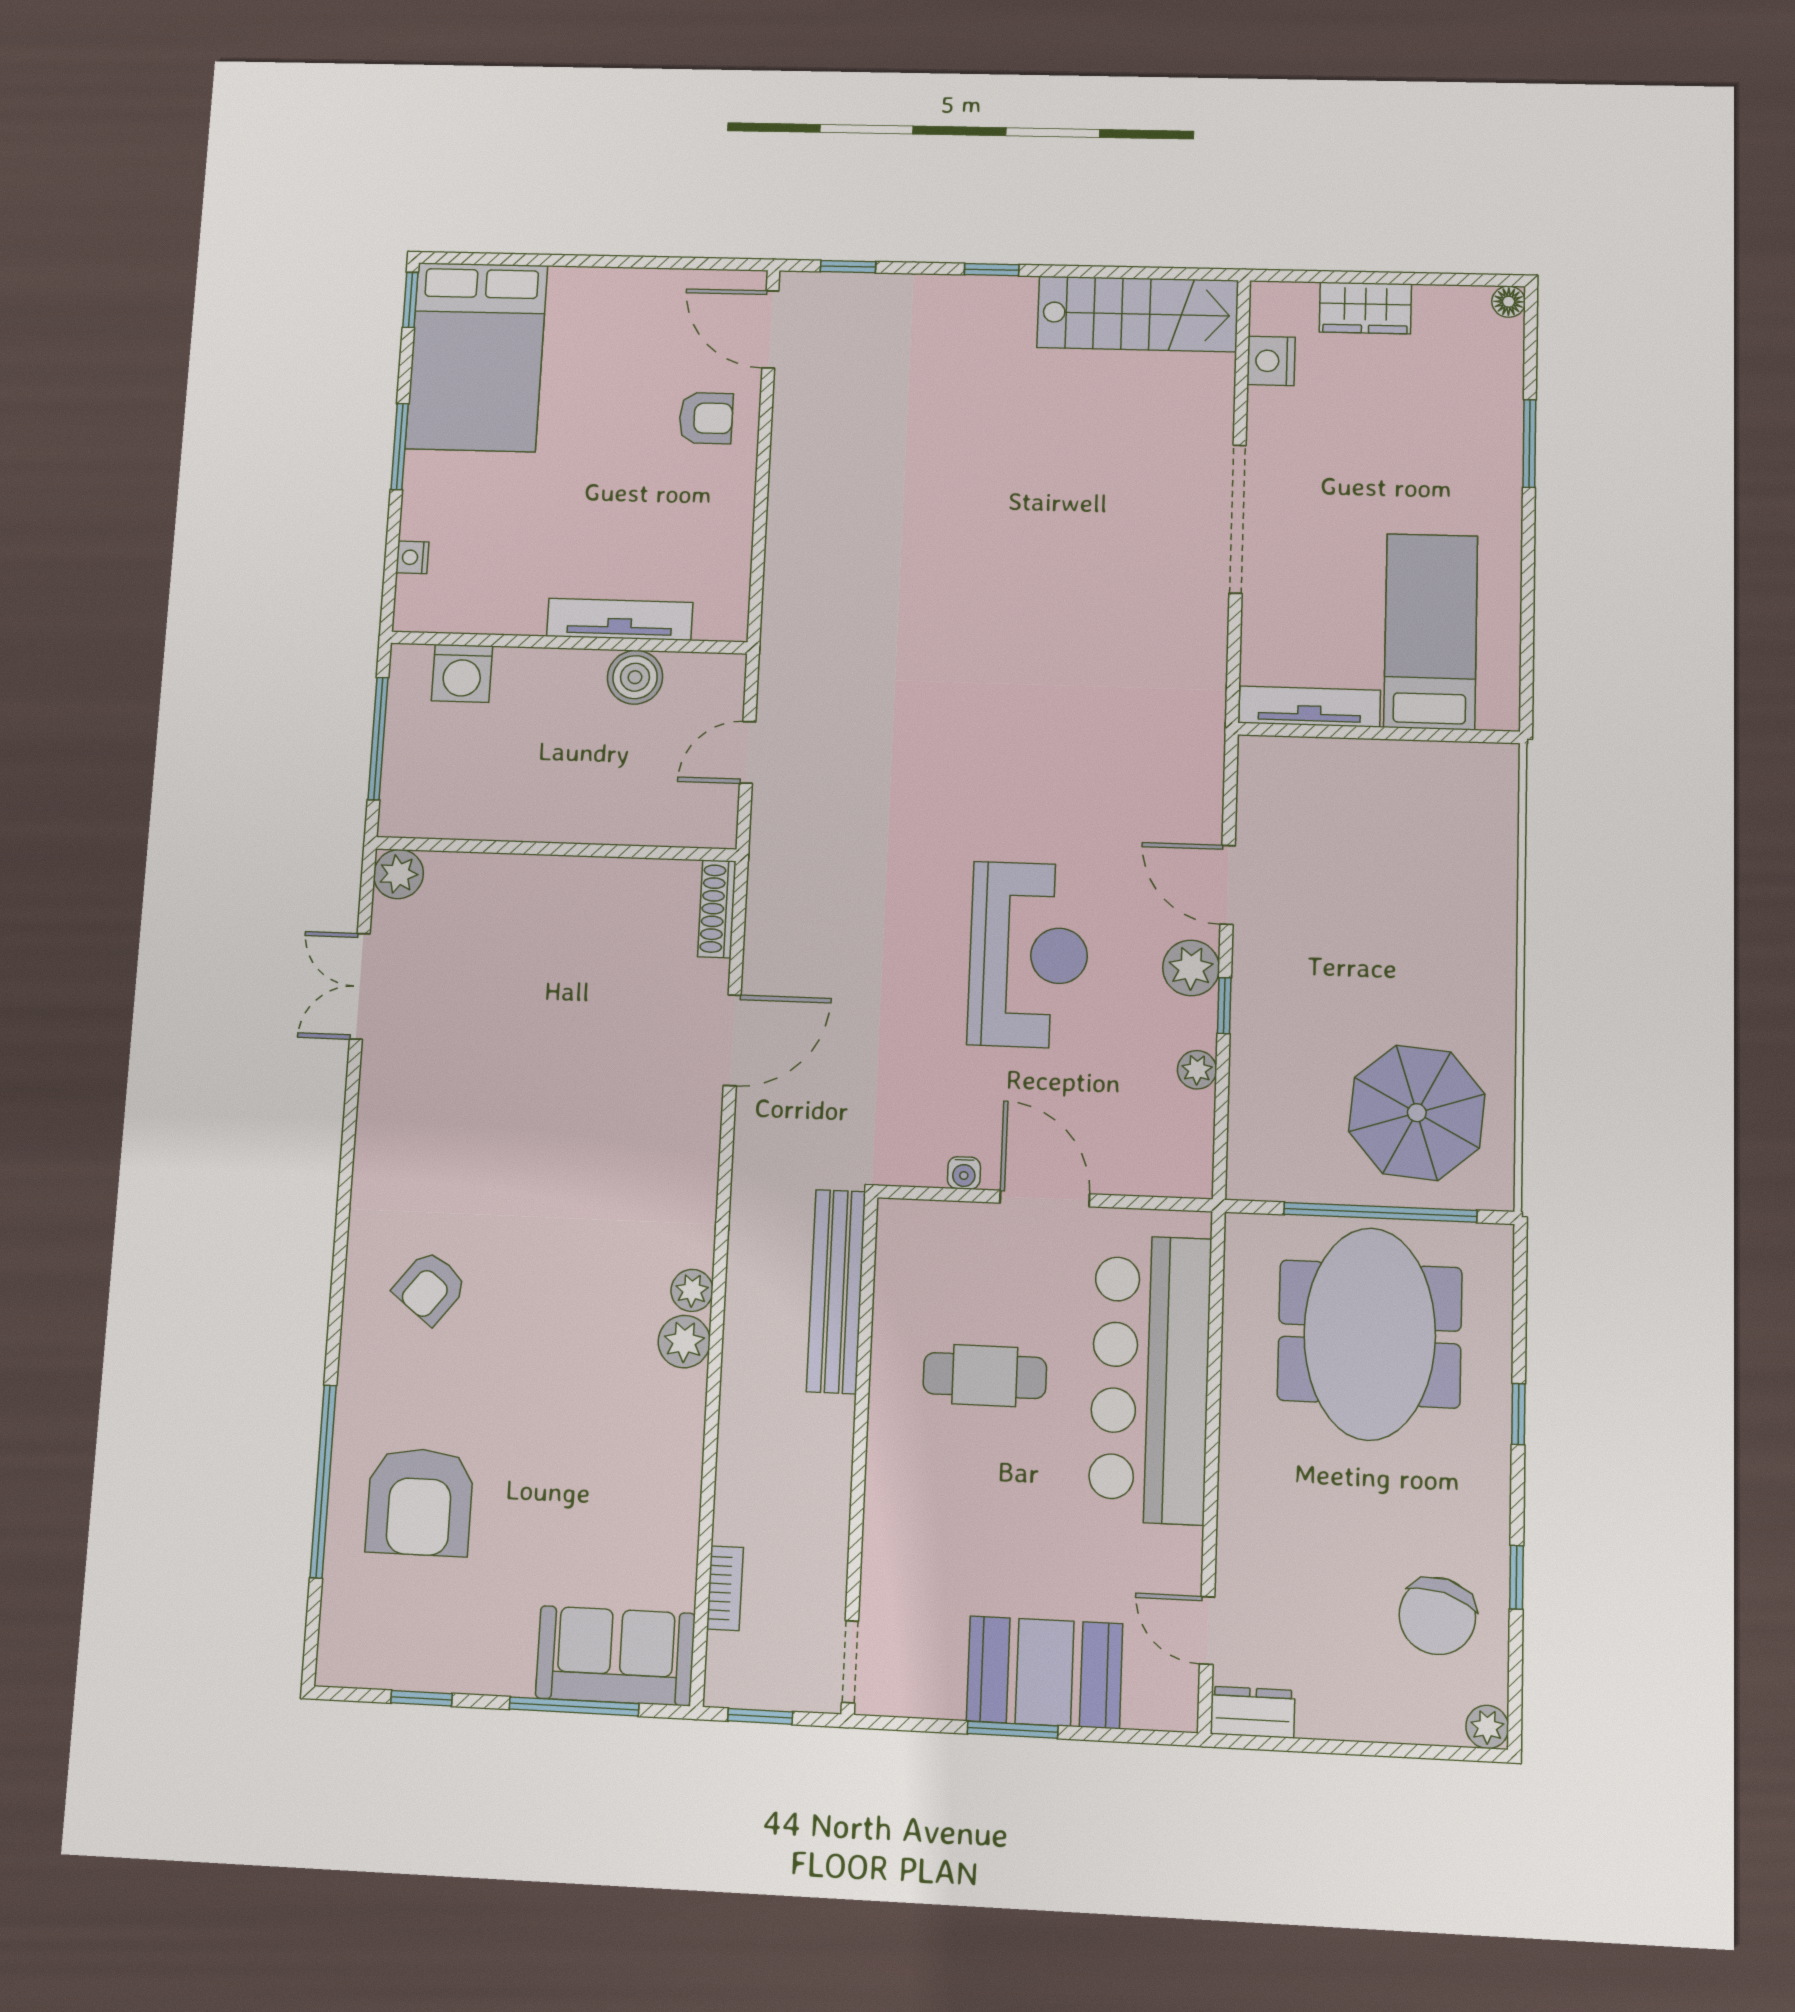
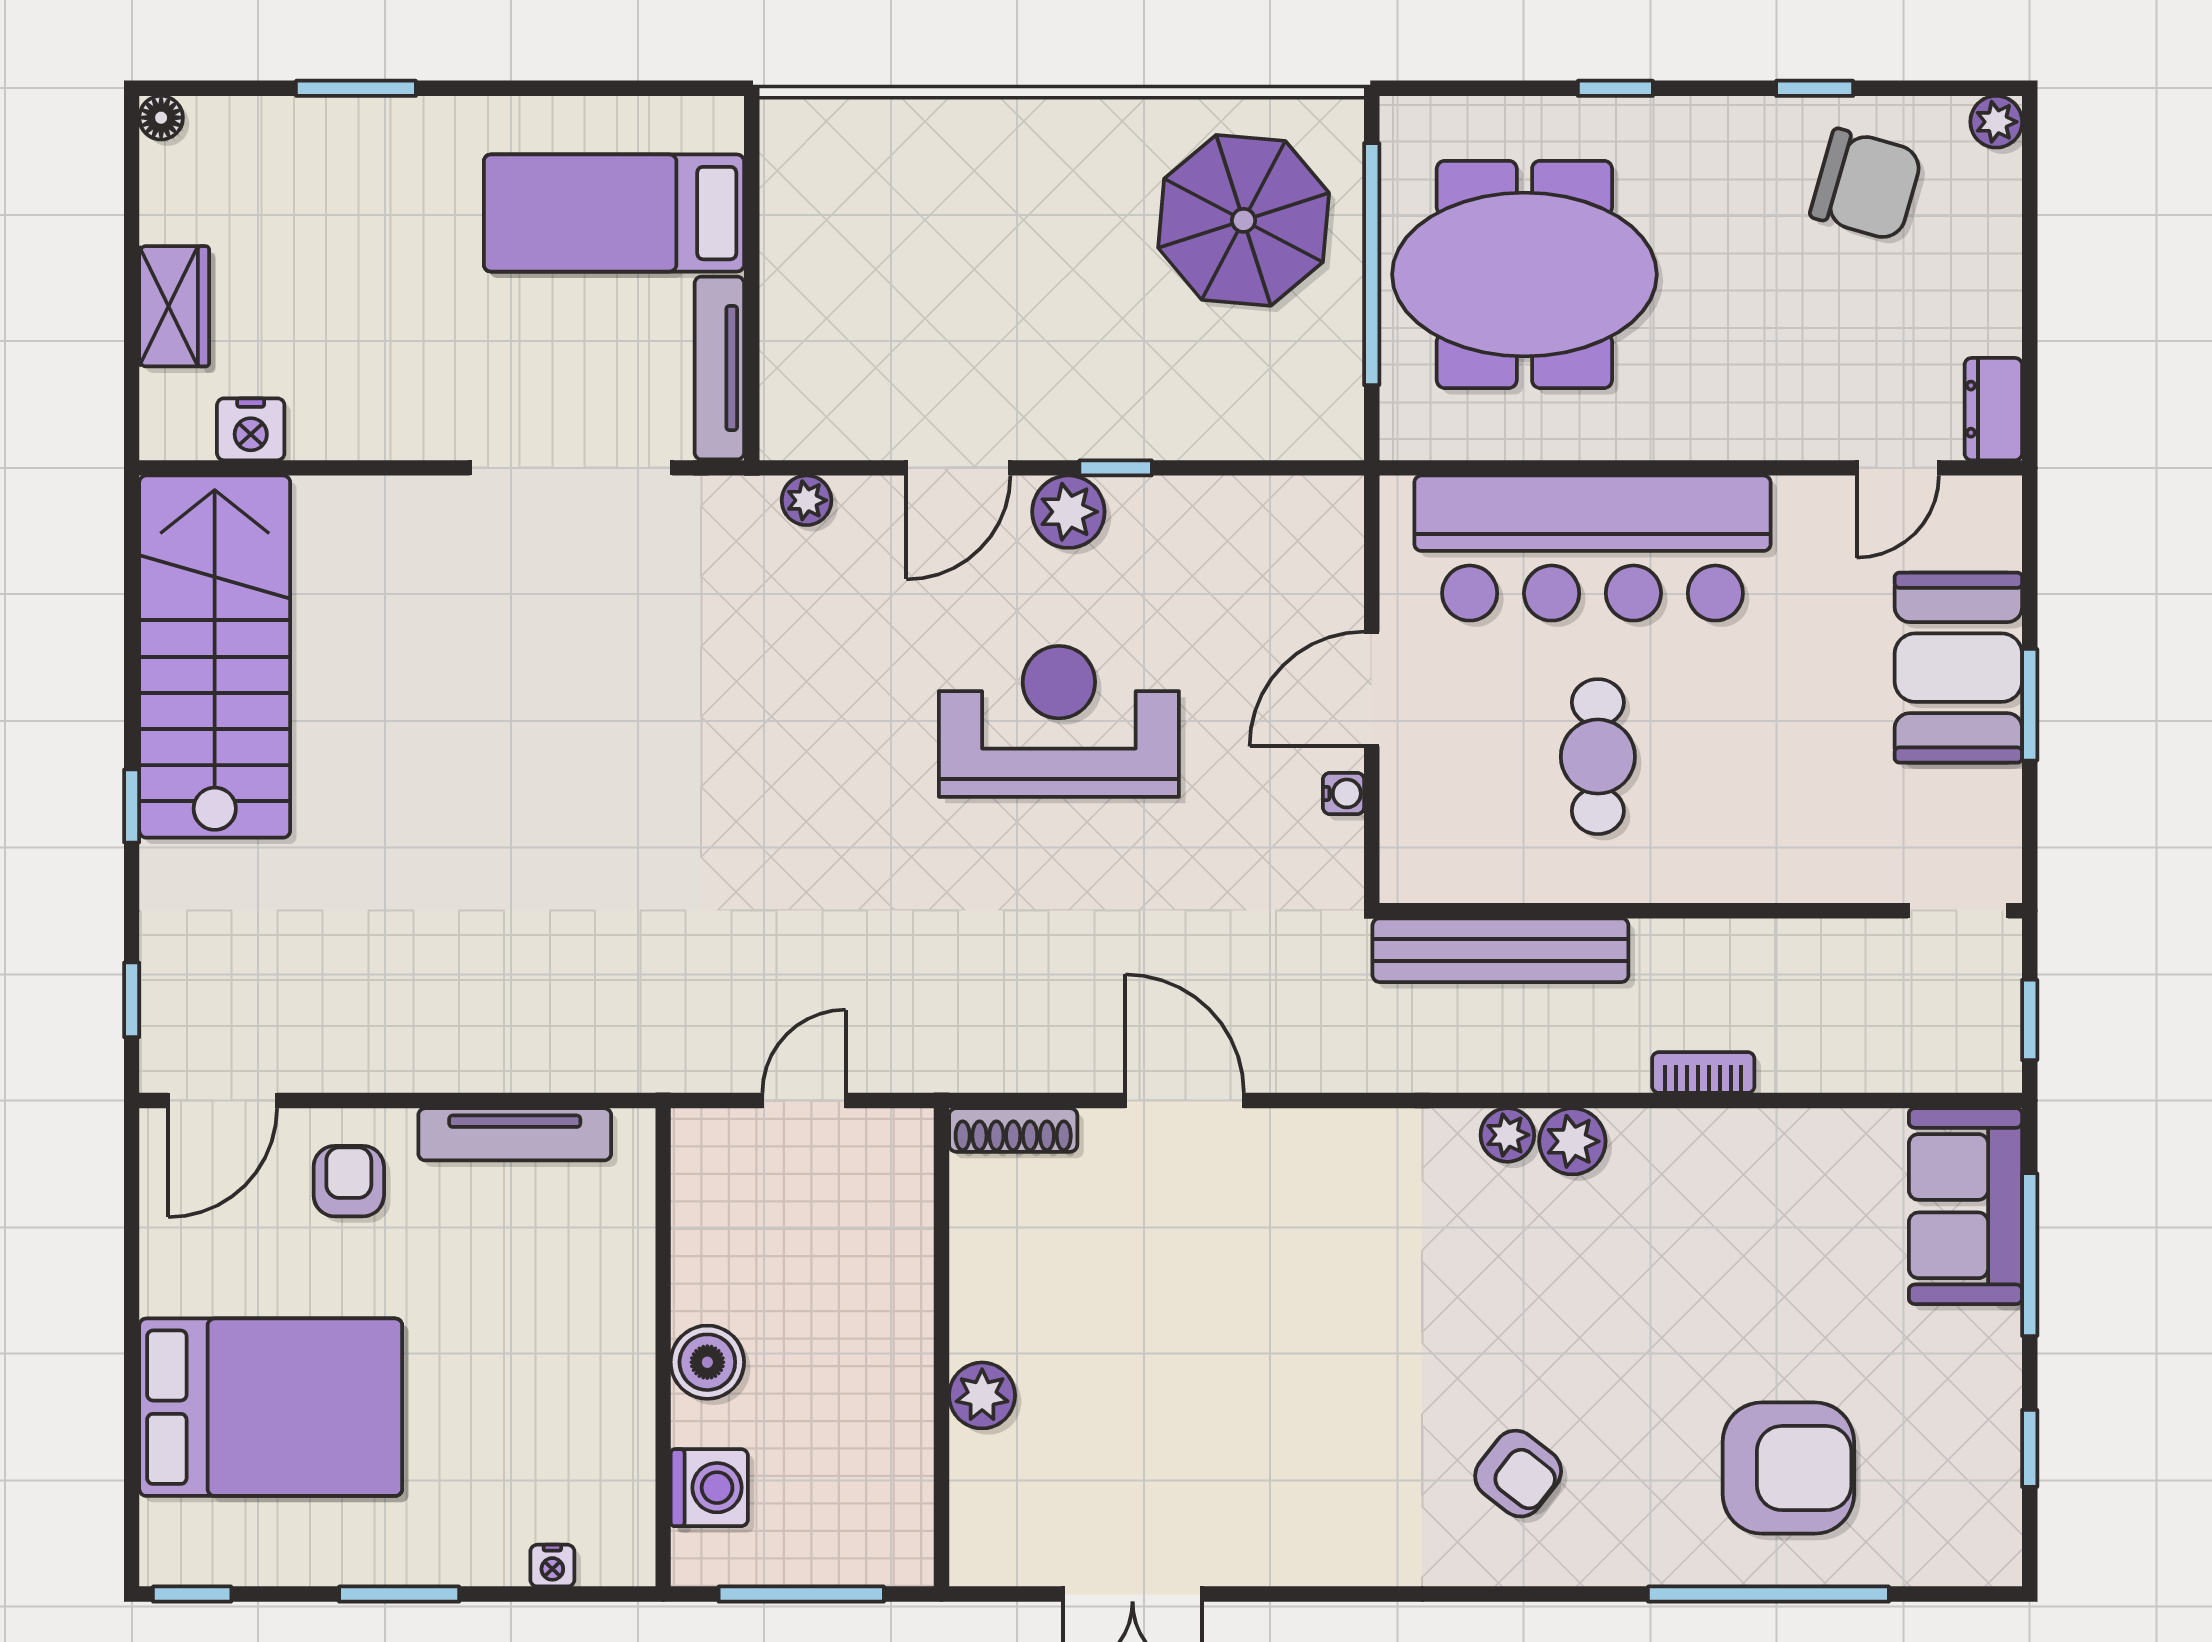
stairs: (1138, 314) -> (215, 657), width x1.36, depth x1.51
bed: (477, 357) -> (271, 1407), moved
doorway: (1238, 519) -> (571, 468), moved
tv unit: (620, 619) -> (515, 1134), moved, turned -90
boiler: (635, 677) -> (707, 1362), moved
door: (748, 752) -> (804, 1101), swing flipped
plant: (398, 874) -> (982, 1395), moved
plant: (1197, 1070) -> (807, 500), moved
bookcase: (725, 1588) -> (1703, 1073), moved

